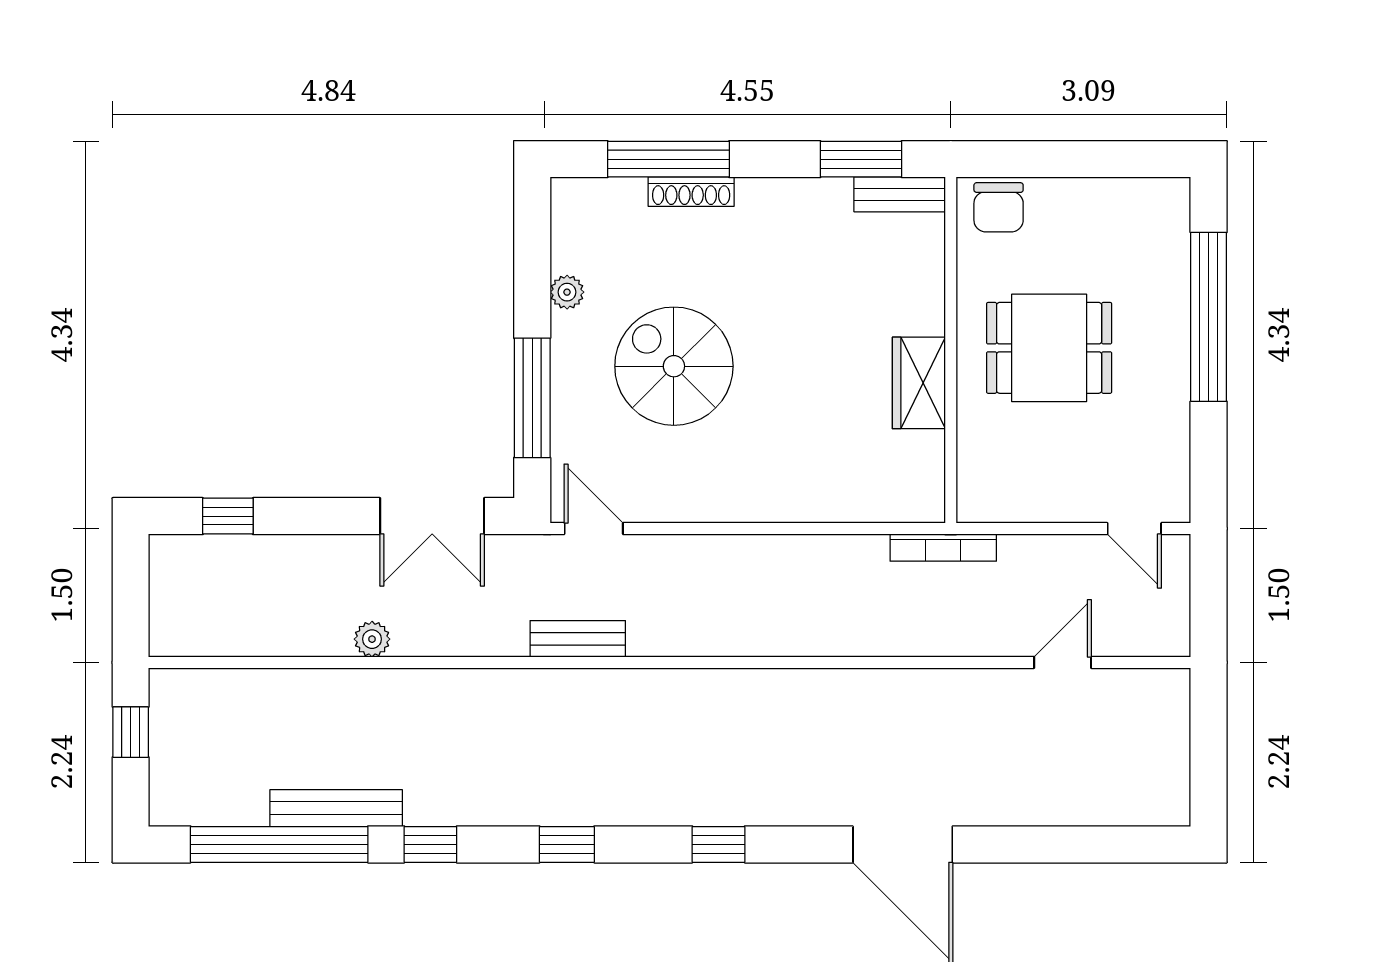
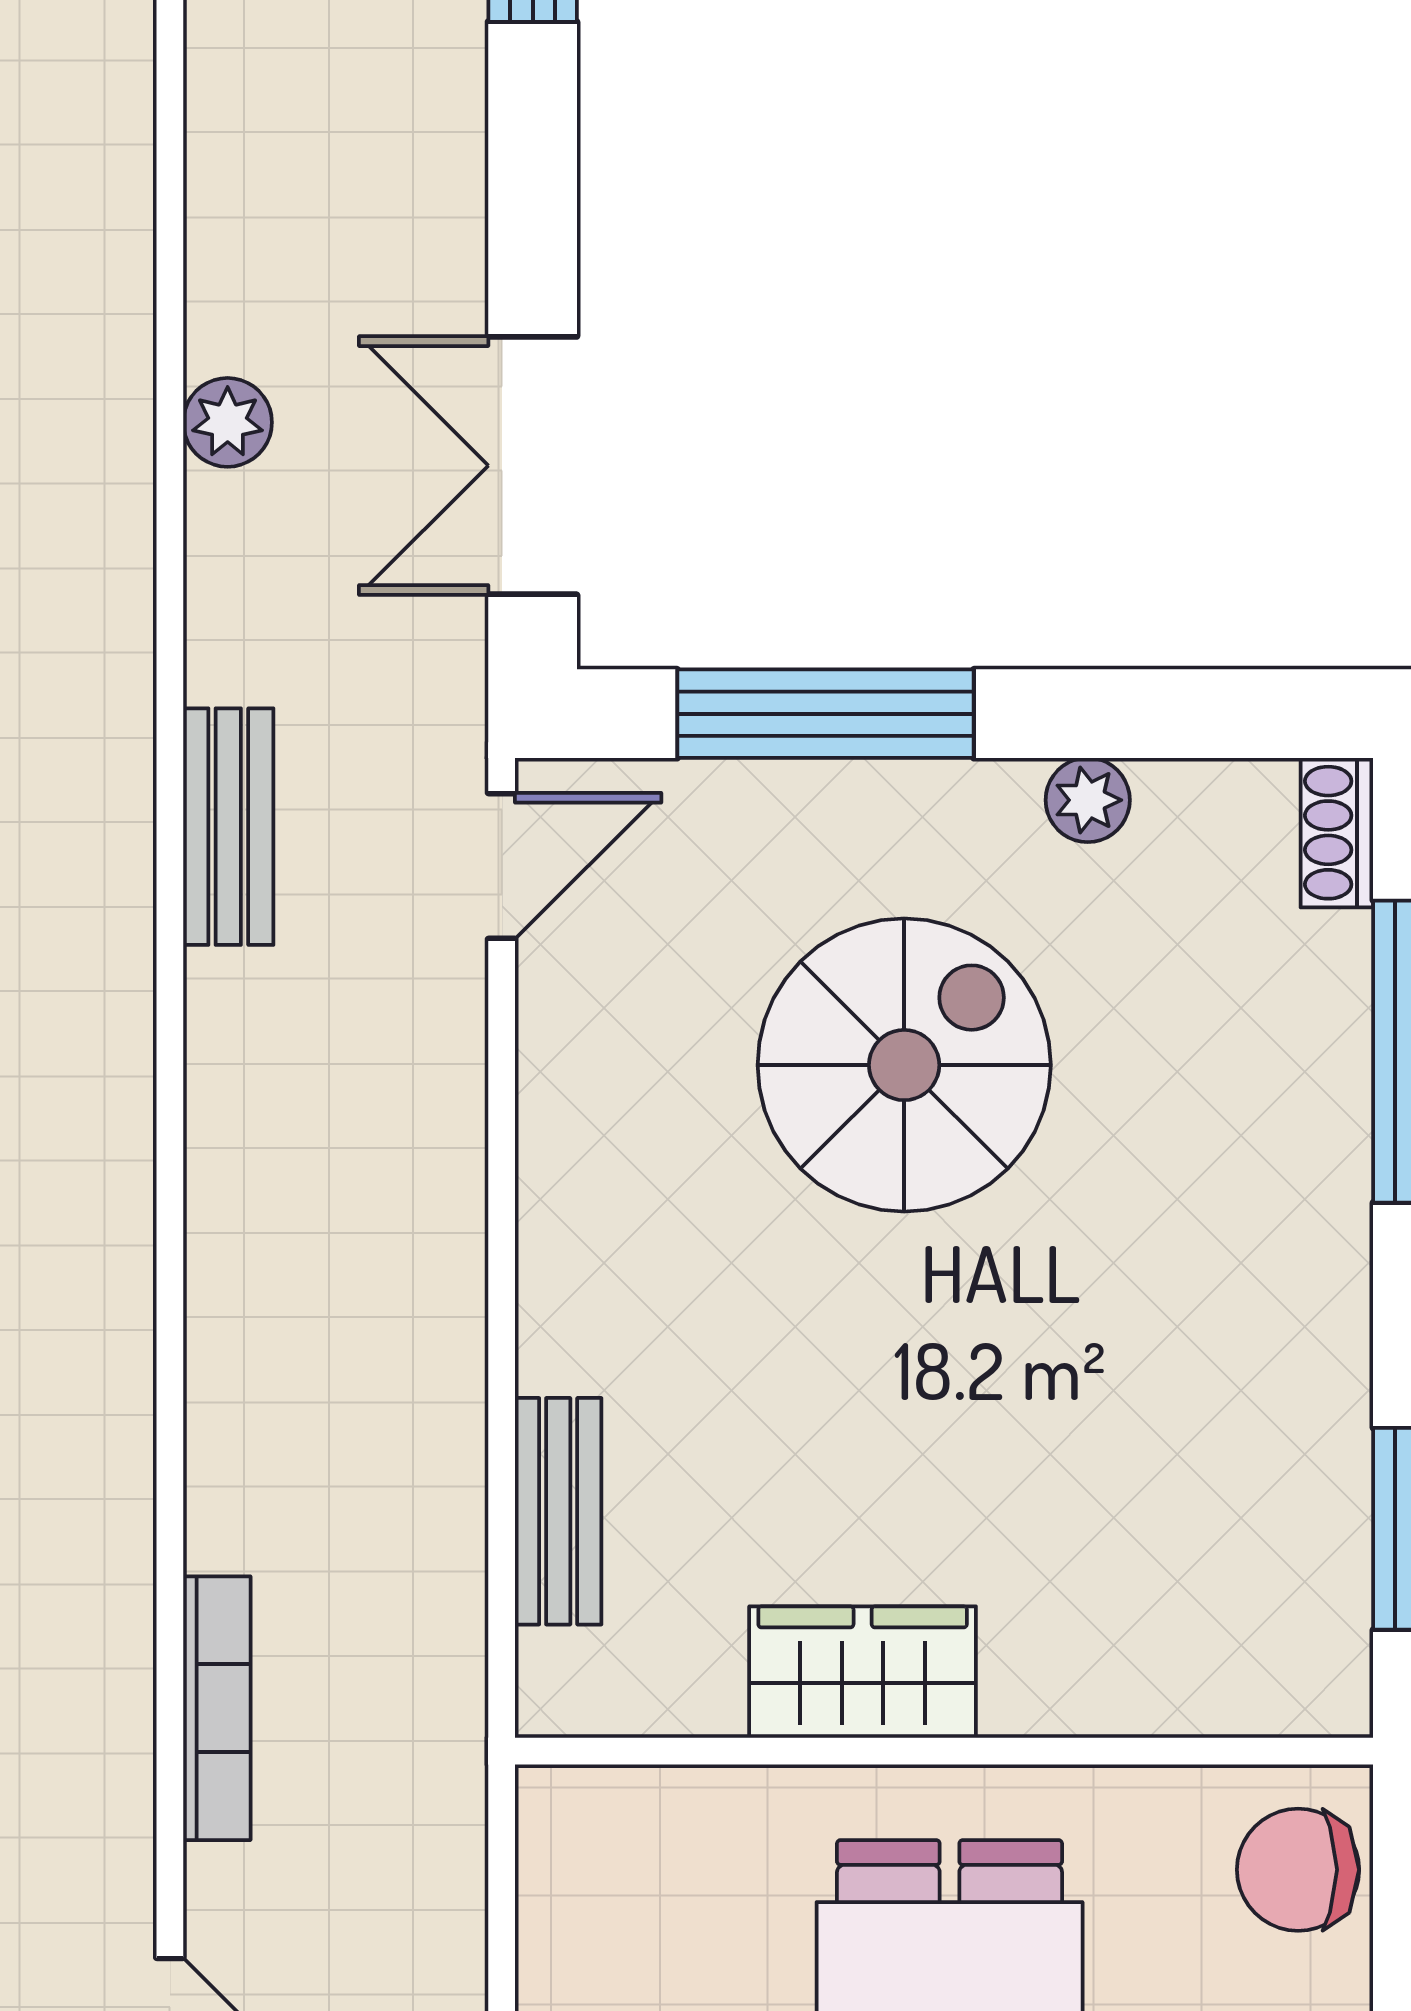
shoe rack: (691, 192) -> (1337, 833), moved, width x0.70
bench: (900, 194) -> (558, 1511), moved
bookcase: (943, 548) -> (217, 1708), moved, turned 180
plant: (372, 639) -> (228, 422), moved

